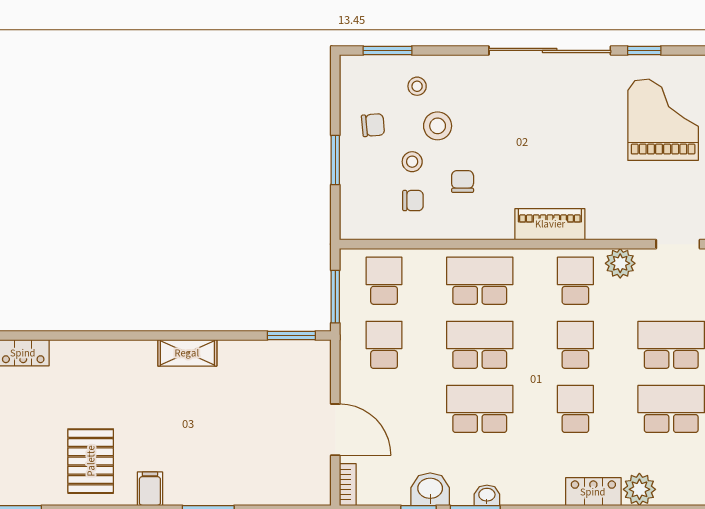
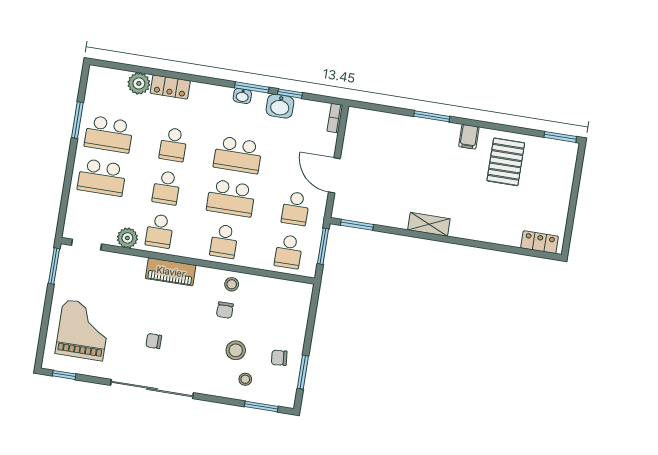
window: (644, 50) -> (64, 375), moved
grand piano: (663, 120) -> (83, 330), turned 180
window: (335, 160) -> (303, 372), moved
stool: (412, 162) -> (232, 284), moved
chair: (413, 201) -> (154, 341), moved
school desk: (480, 281) -> (224, 241), width x0.54
door: (335, 430) -> (334, 175), moved

